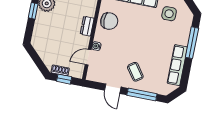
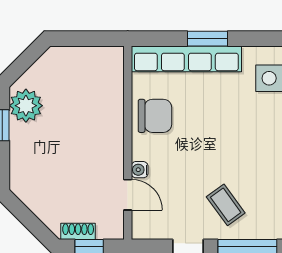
dresser: (87, 26) -> (114, 134), removed
door: (88, 57) -> (128, 195), swing flipped

